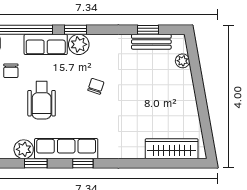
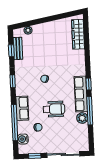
window: (76, 30) -> (13, 81), moved
plant: (79, 44) -> (21, 89), removed
window: (36, 163) -> (90, 111), width x2.17

